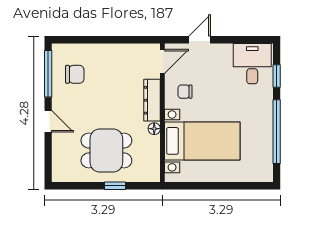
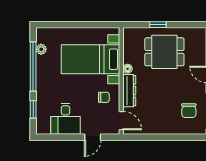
door: (162, 61) -> (121, 121), swing flipped
desk: (252, 64) -> (65, 119), moved
chair: (75, 74) -> (189, 111), turned -90
plant: (266, 154) -> (41, 49), added

